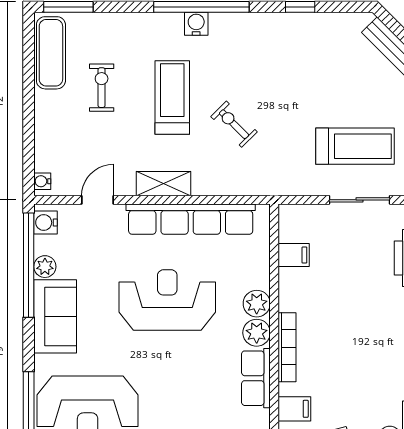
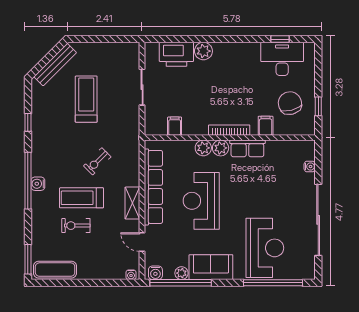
exercise bike: (102, 88) -> (76, 226), moved
treadmill: (355, 146) -> (86, 99), moved

